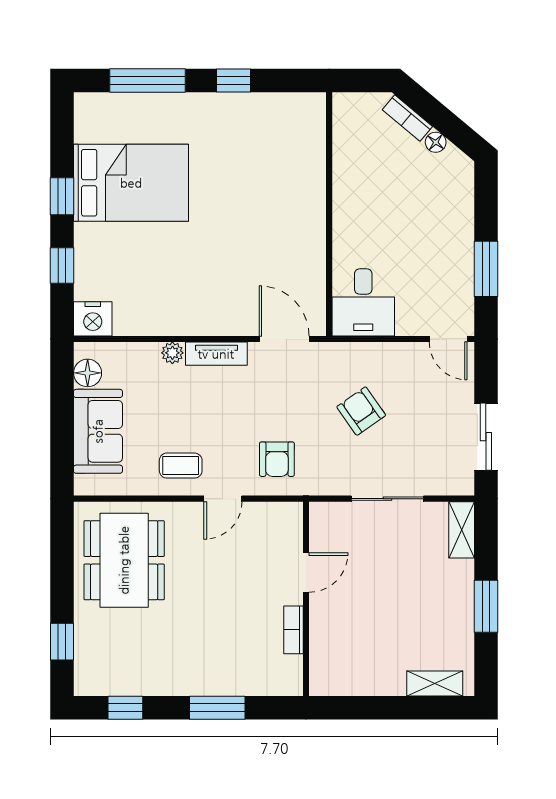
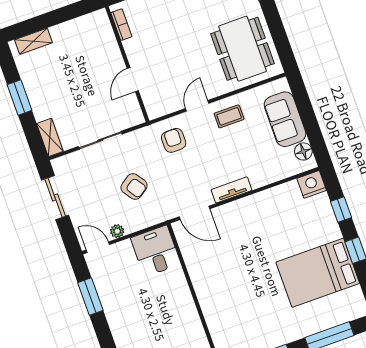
plant: (172, 353) -> (117, 231), moved
bookcase: (293, 630) -> (121, 25), moved

